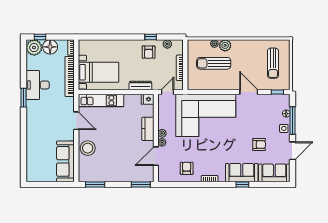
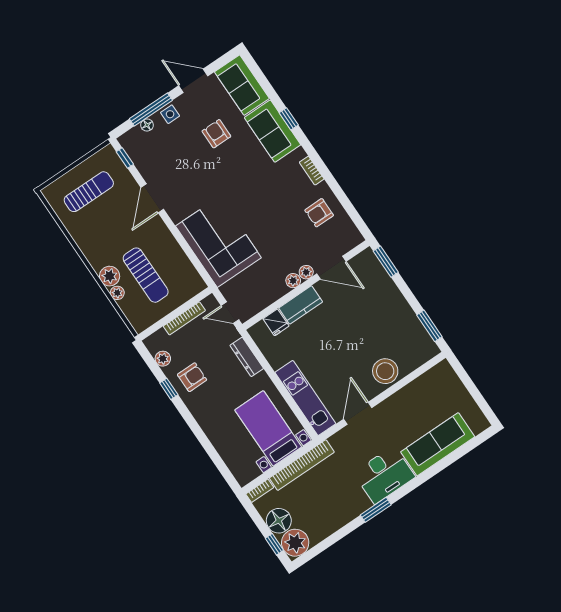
desk: (38, 85) -> (384, 475), moved
fridge: (148, 99) -> (276, 322), moved
corner sofa: (206, 115) -> (218, 242), width x0.73, depth x0.74
sofa: (65, 161) -> (438, 444), moved, turned 180

